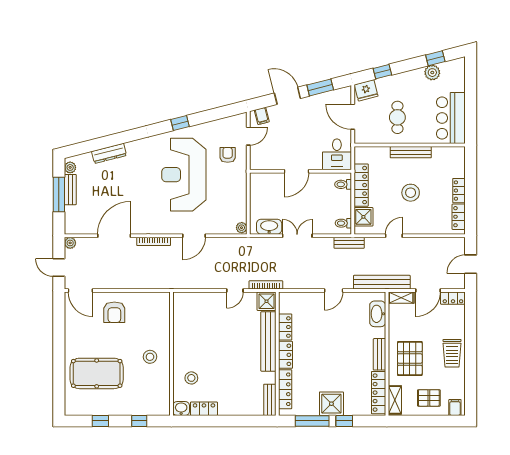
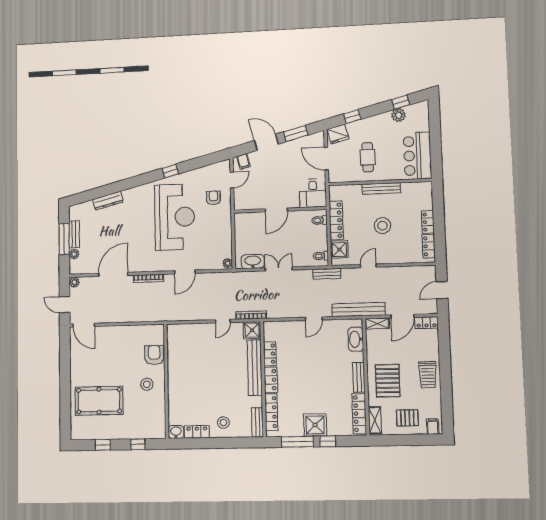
plant: (70, 167) -> (74, 254), moved
reception desk: (184, 175) -> (175, 217), turned 180
armchair: (114, 312) -> (154, 355), moved, turned 180
stool: (191, 378) -> (223, 423), moved

